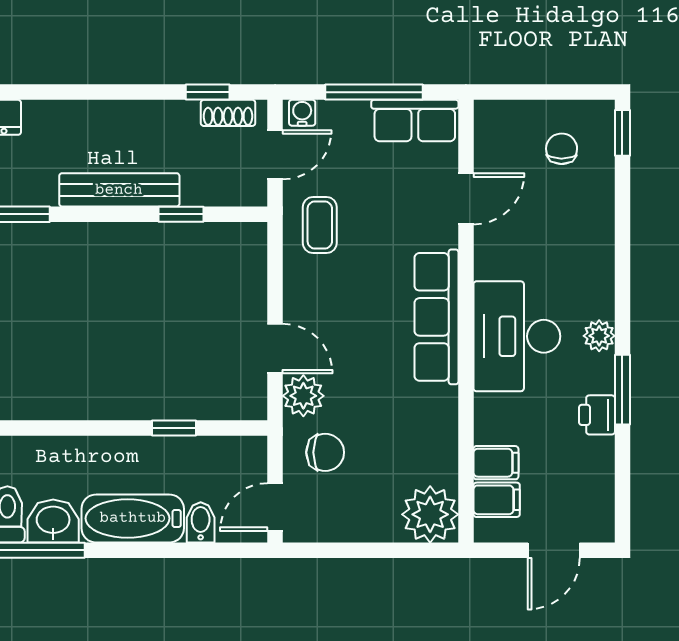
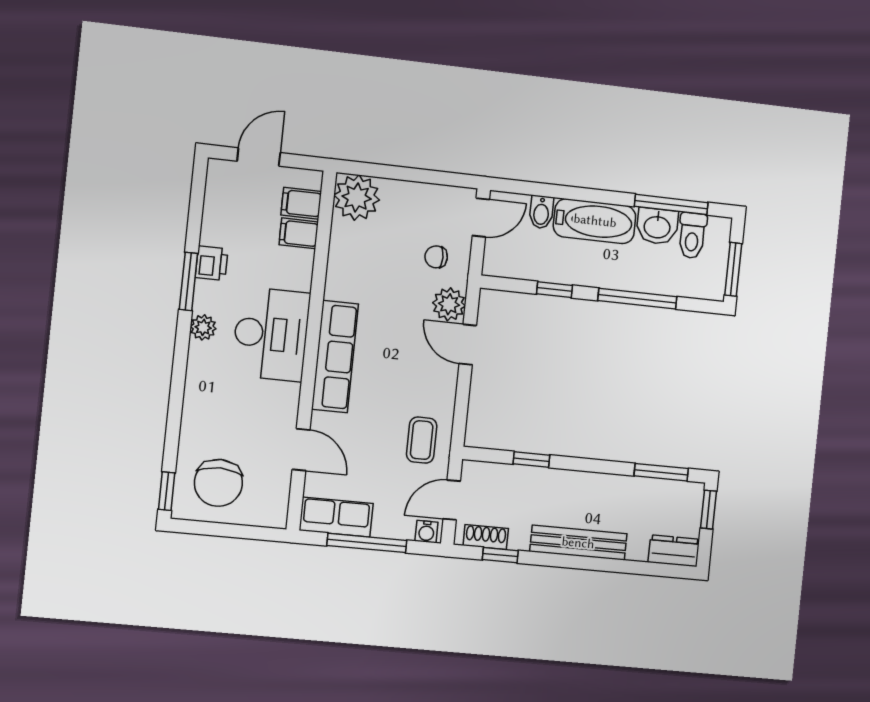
chair: (562, 149) -> (218, 483), width x1.87, depth x1.87
bench: (119, 190) -> (578, 543), moved
door: (466, 199) -> (301, 450), swing flipped
window: (69, 428) -> (637, 299), added
chair: (325, 452) -> (436, 257), width x0.73, depth x0.73

